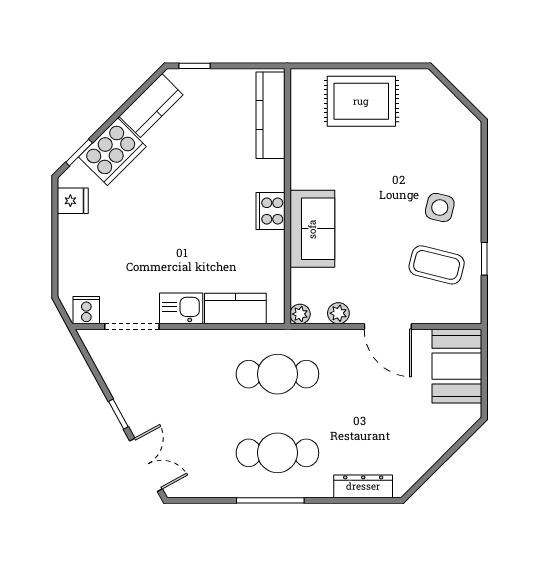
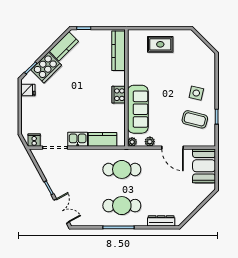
rug: (361, 101) -> (160, 44), width x0.73, depth x0.70
sofa: (312, 229) -> (138, 109), width x1.36

